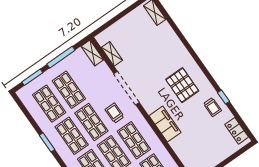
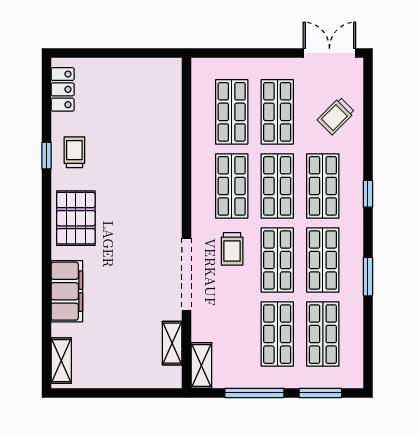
pallet: (182, 85) -> (76, 218), moved
filing cabinet: (165, 124) -> (67, 291), moved, turned 180

